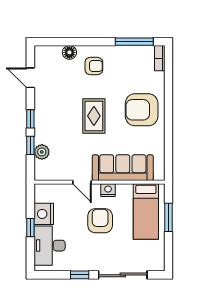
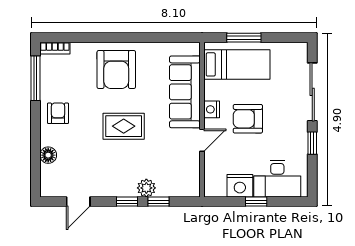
armchair: (94, 66) -> (58, 113), moved
plant: (42, 152) -> (146, 188), moved

